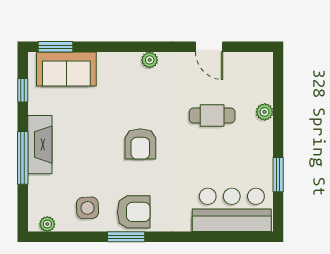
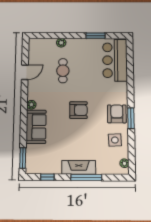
sofa: (66, 69) -> (36, 127), moved

